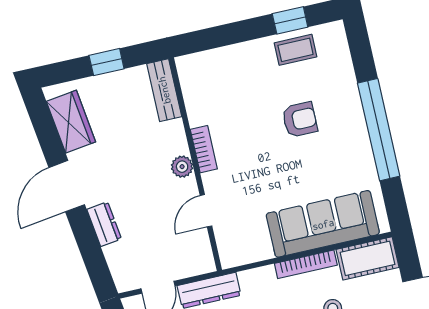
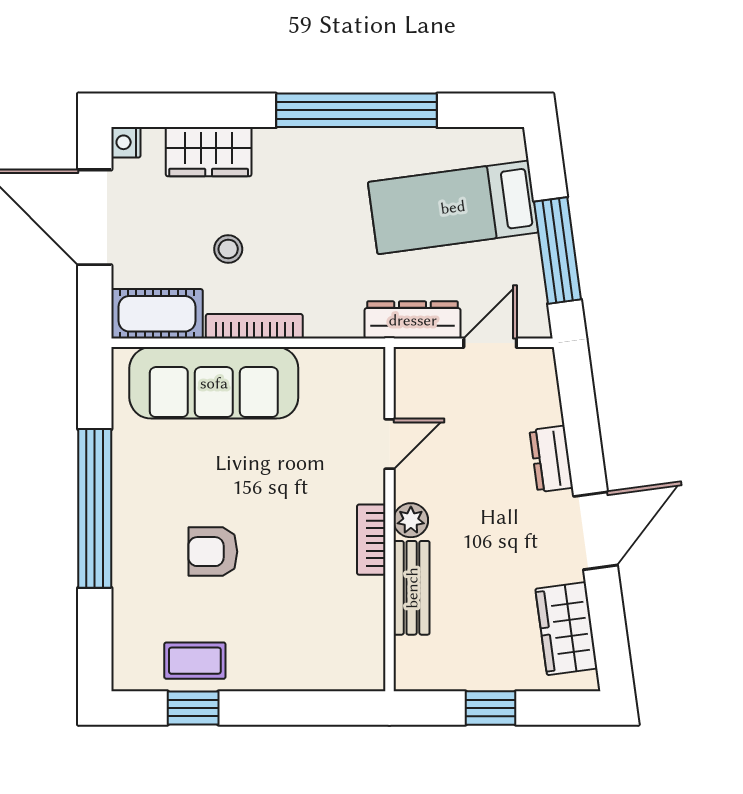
bench: (164, 90) -> (412, 588), moved

